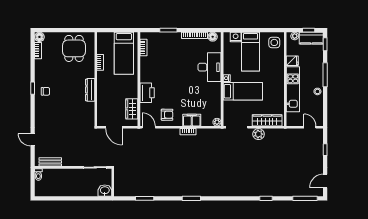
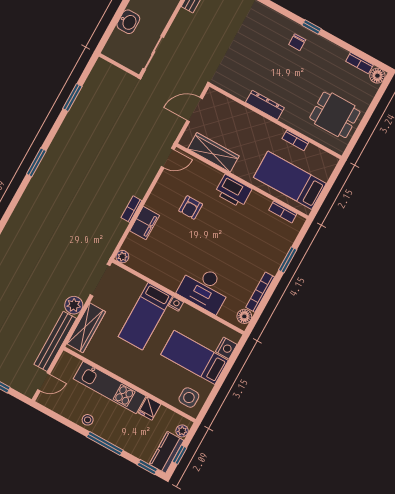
printer: (147, 93) -> (233, 191), moved
wardrobe: (132, 109) -> (213, 152), width x1.50
armchair: (167, 115) -> (191, 208), moved
bench: (284, 133) -> (55, 341), added
washbasin: (105, 191) -> (128, 22), moved

